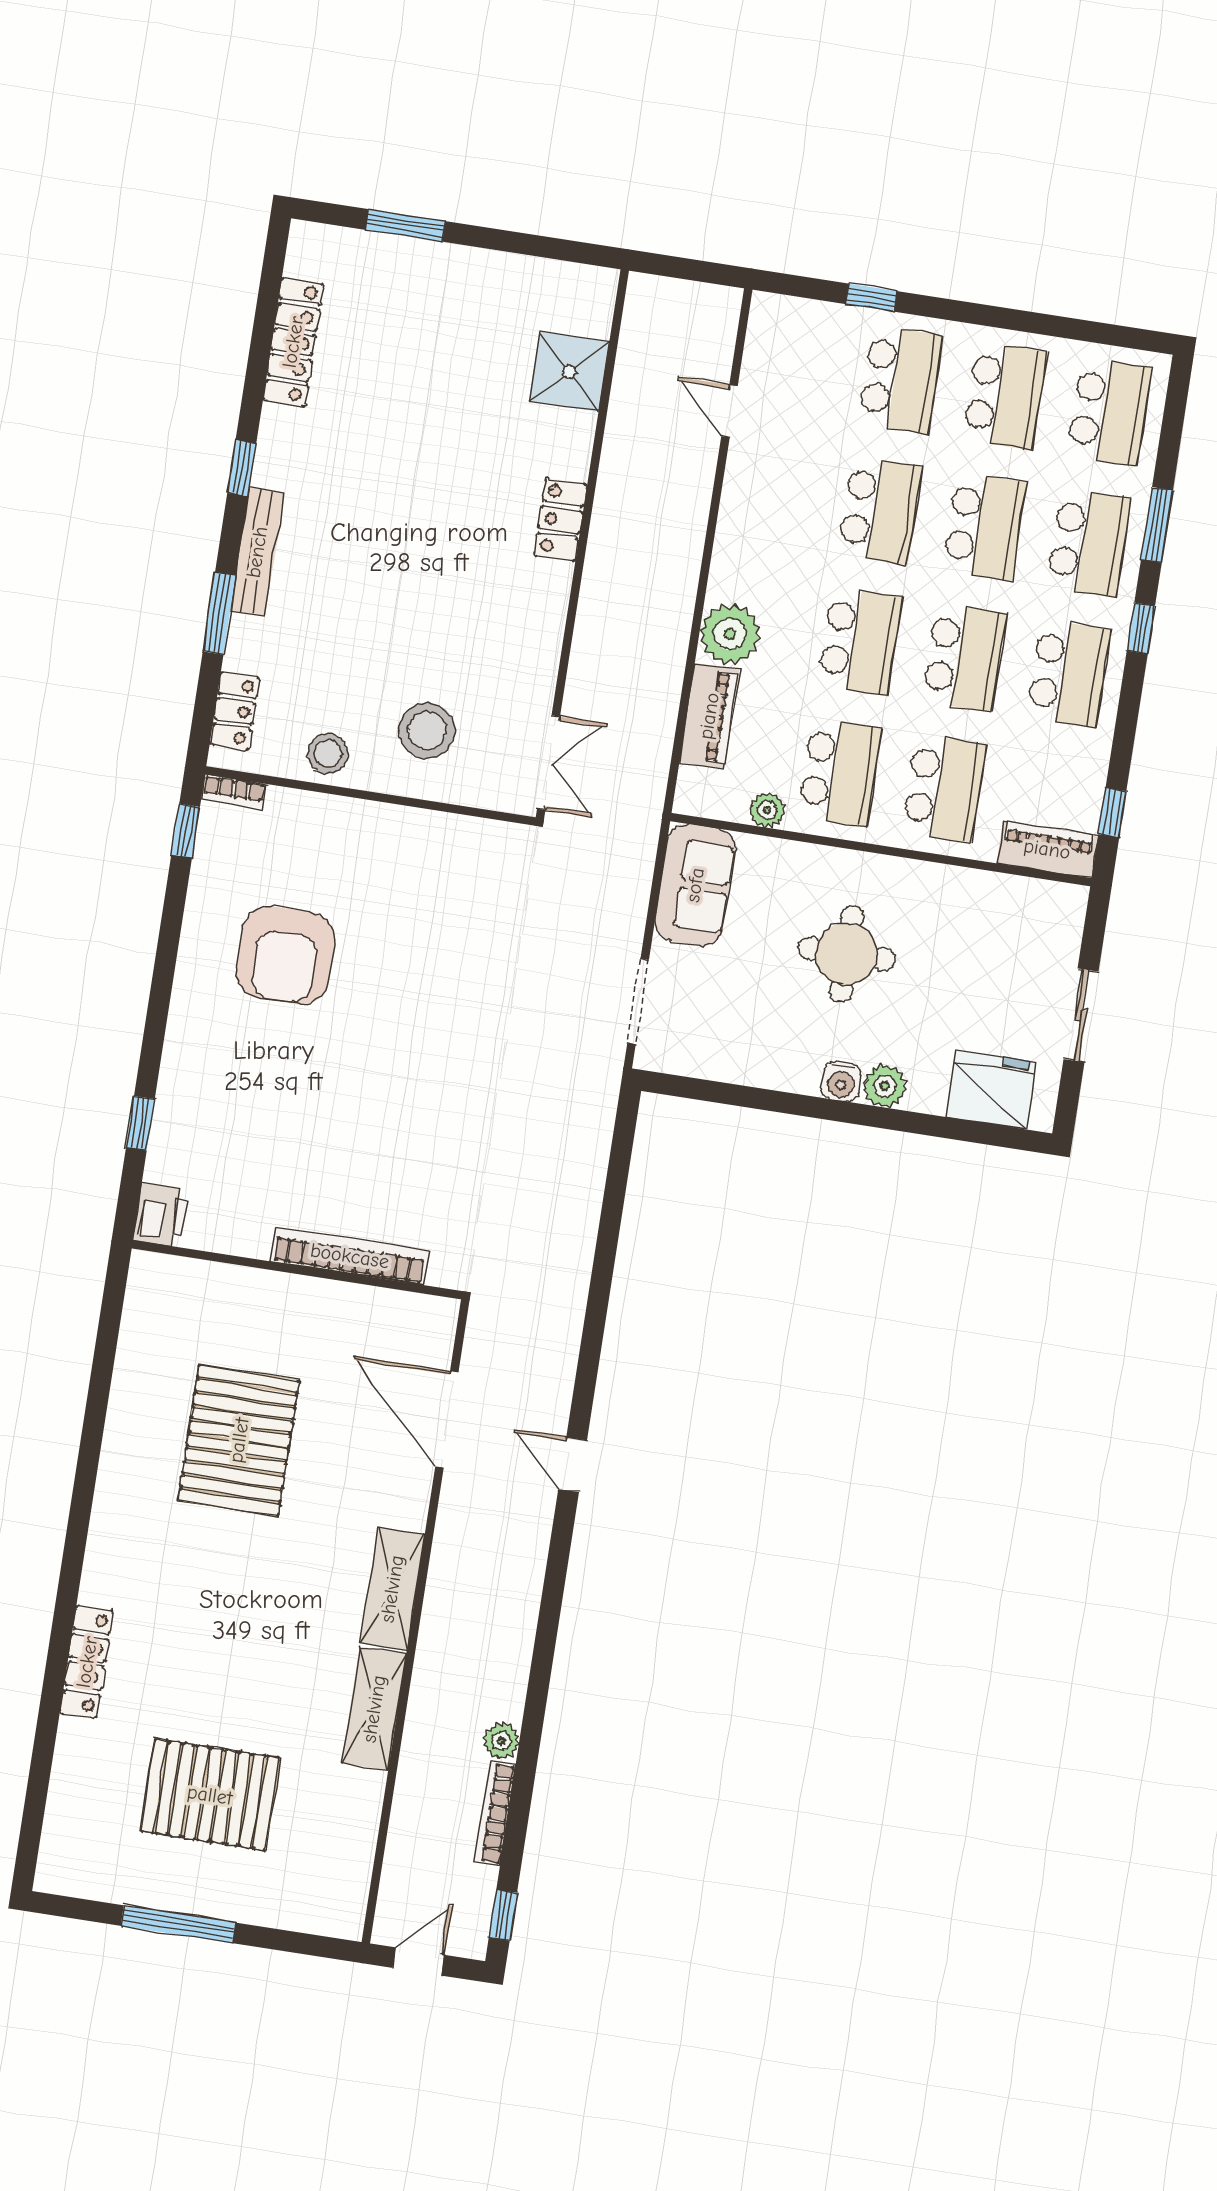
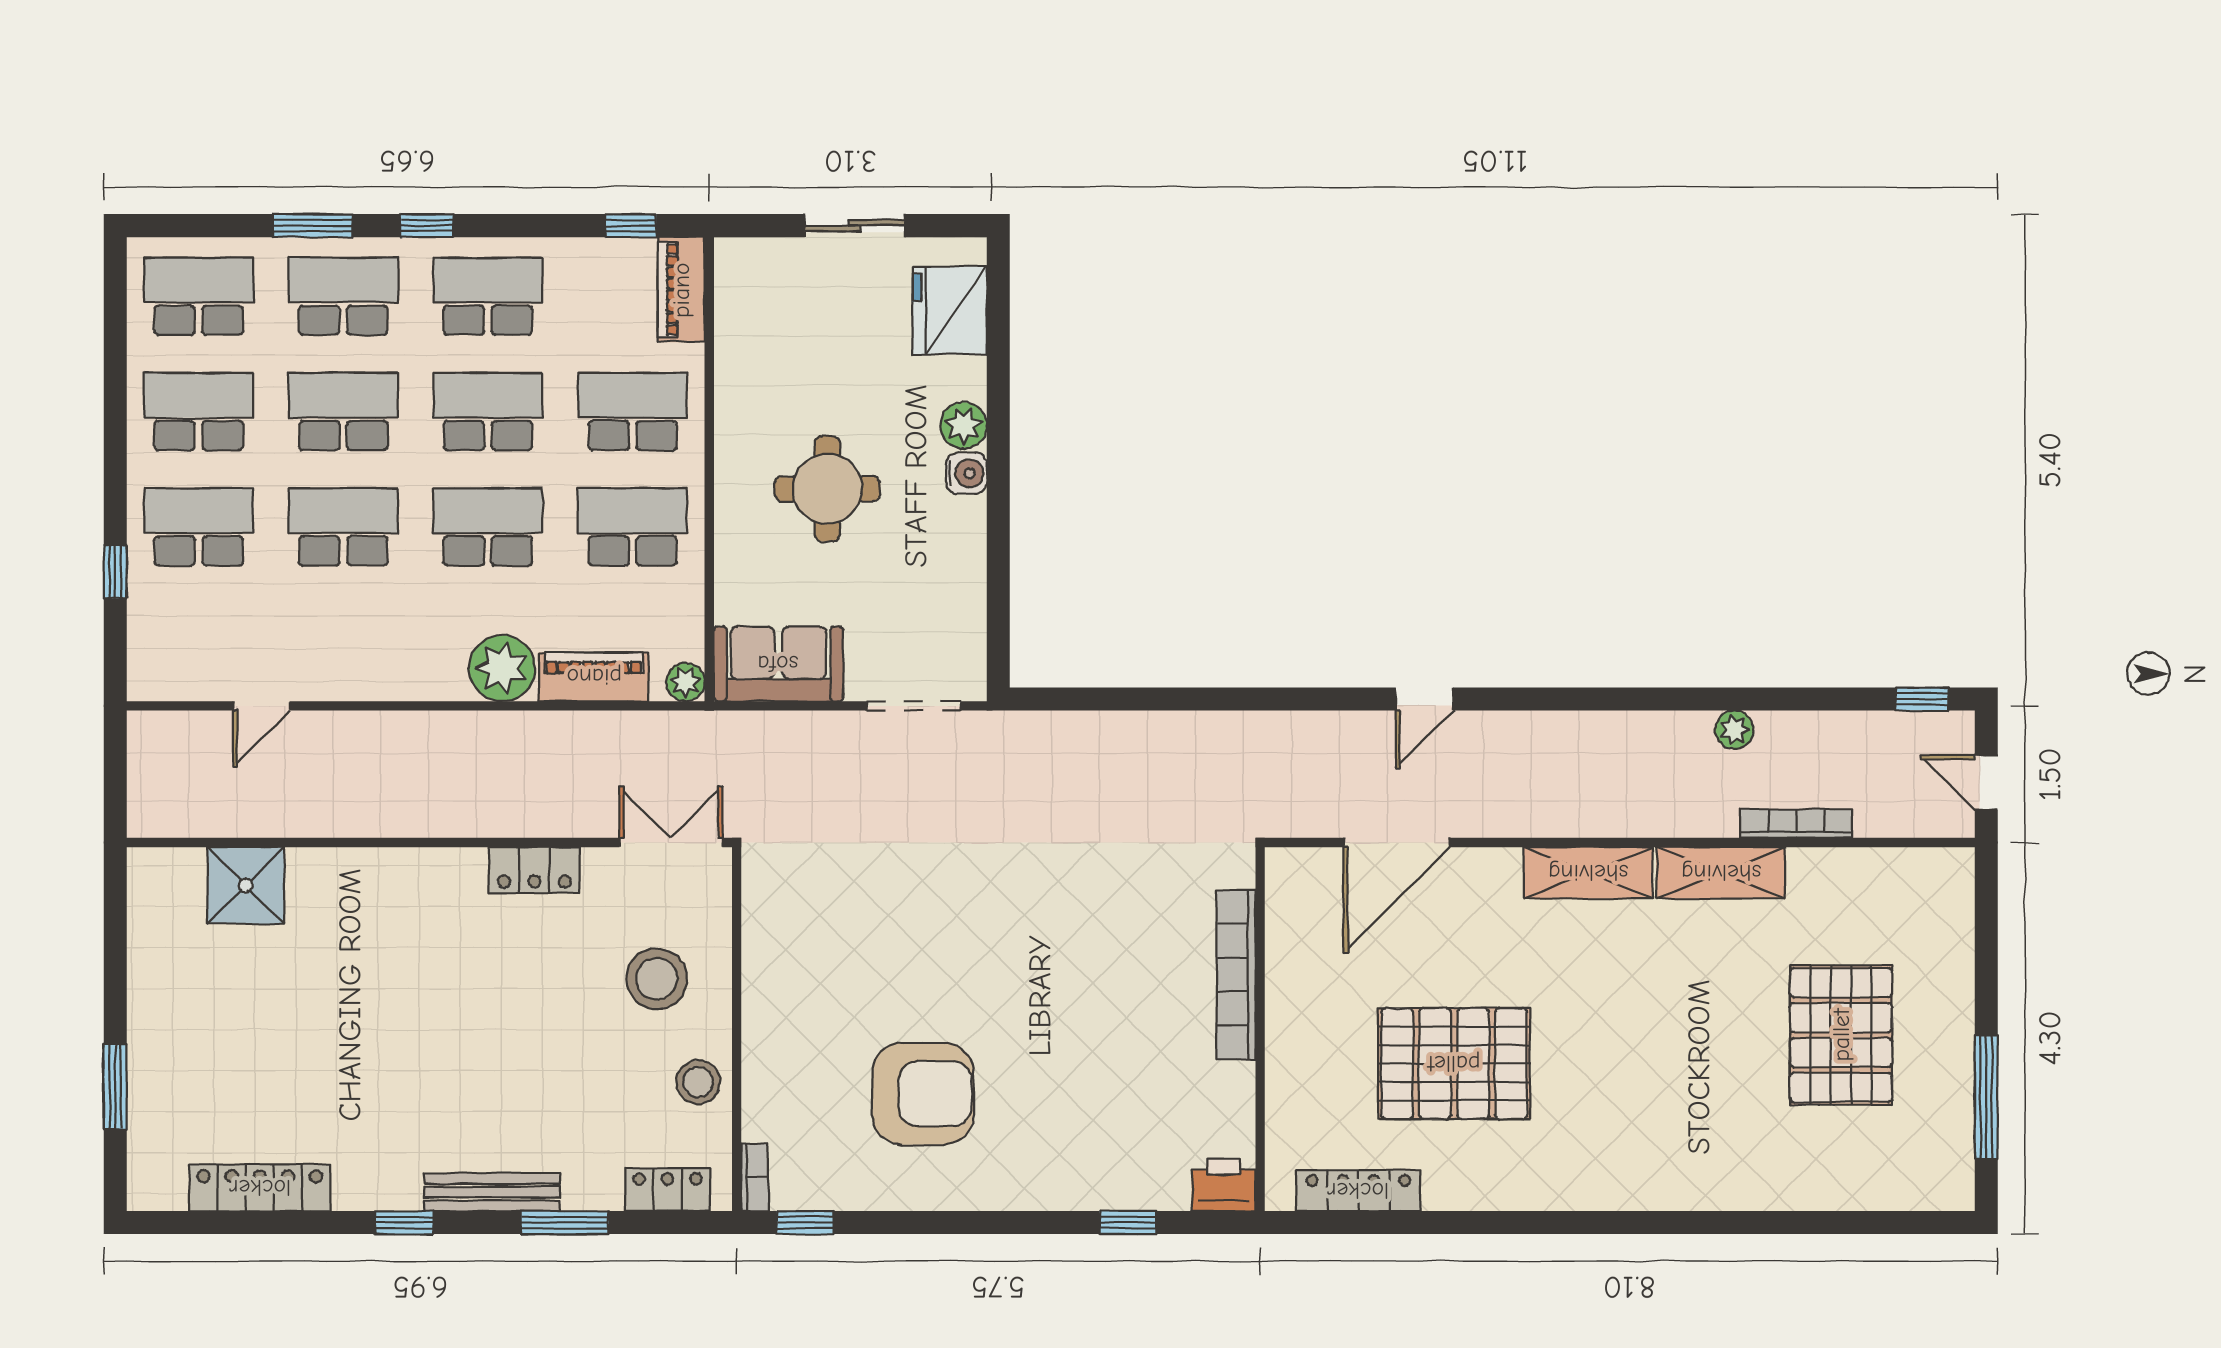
locker: (561, 520) -> (534, 870), moved
plant: (767, 810) -> (685, 682), moved
locker: (87, 1662) -> (1358, 1191), moved
bookcase: (495, 1813) -> (1797, 824), moved, turned 180
window: (178, 1924) -> (1986, 1097), moved

